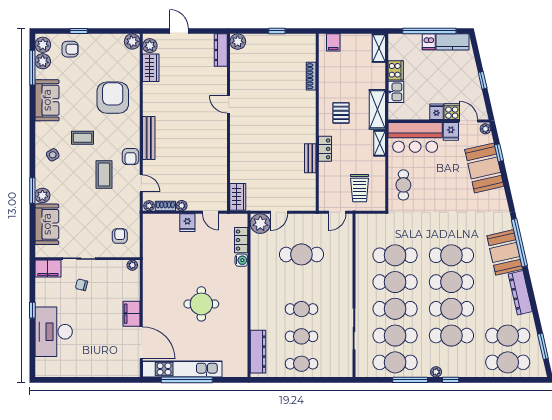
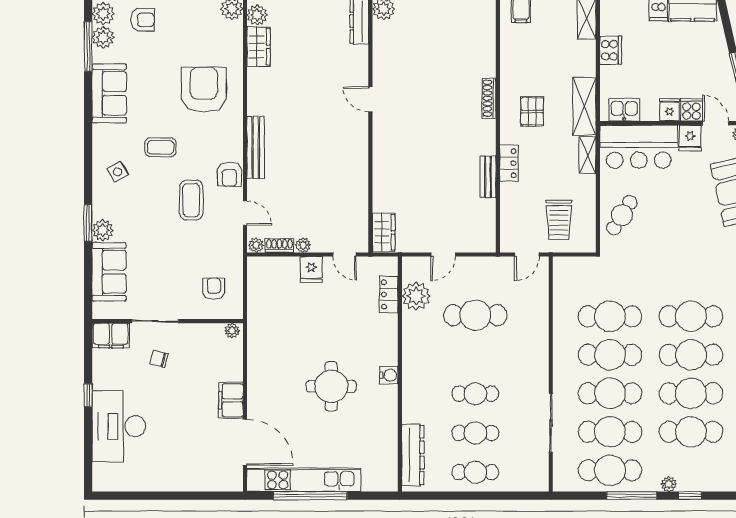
shoe rack: (311, 76) -> (489, 98), moved
kitchen sink: (396, 92) -> (624, 110), moved, turned -90
cafe table: (403, 185) -> (622, 215), turned 32
plant: (260, 224) -> (416, 296), moved
water cooler: (241, 260) -> (389, 375), moved

